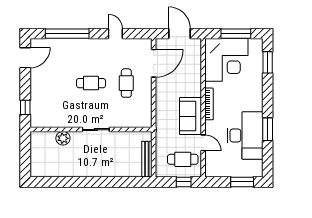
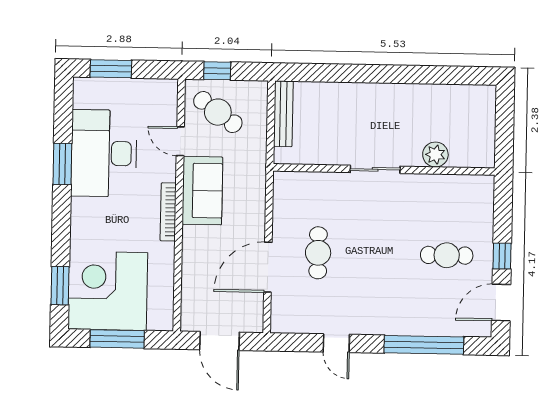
corner desk: (226, 60) -> (108, 291), moved
door: (154, 63) -> (268, 267), moved
cafe table: (91, 83) -> (447, 255), moved
window: (25, 107) -> (502, 256), moved
cafe table: (183, 159) -> (218, 112), turned 36

